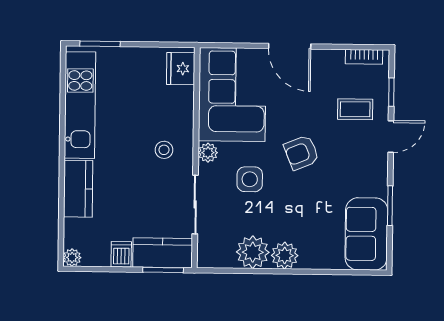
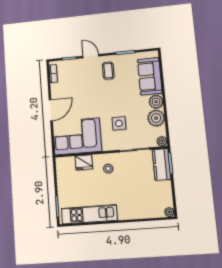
fridge: (181, 69) -> (84, 162), moved
coffee table: (355, 109) -> (108, 71), moved
plant: (208, 153) -> (162, 141), moved
armchair: (301, 153) -> (103, 99), removed
kitchen counter: (78, 189) -> (133, 212), removed
sofa: (366, 234) -> (150, 76), moved, turned 90
dishwasher: (121, 254) -> (165, 186), removed

